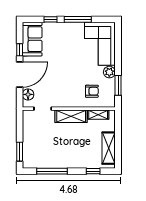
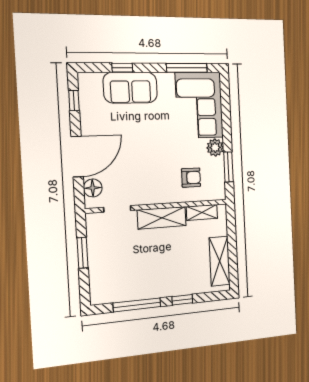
window: (78, 19) -> (187, 68), moved
sofa: (32, 39) -> (130, 88), moved, turned 90
window: (20, 50) -> (74, 100), moved
window: (20, 152) -> (82, 253), moved
window: (93, 171) -> (182, 300), moved

